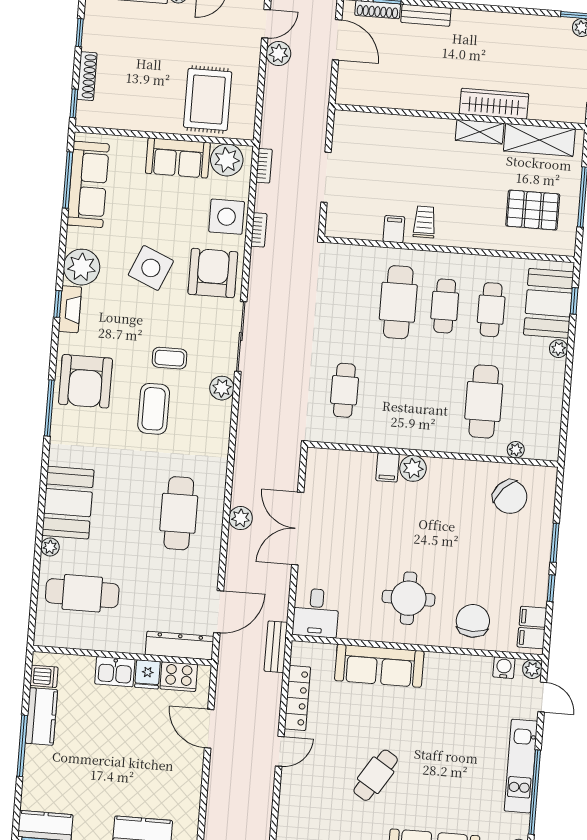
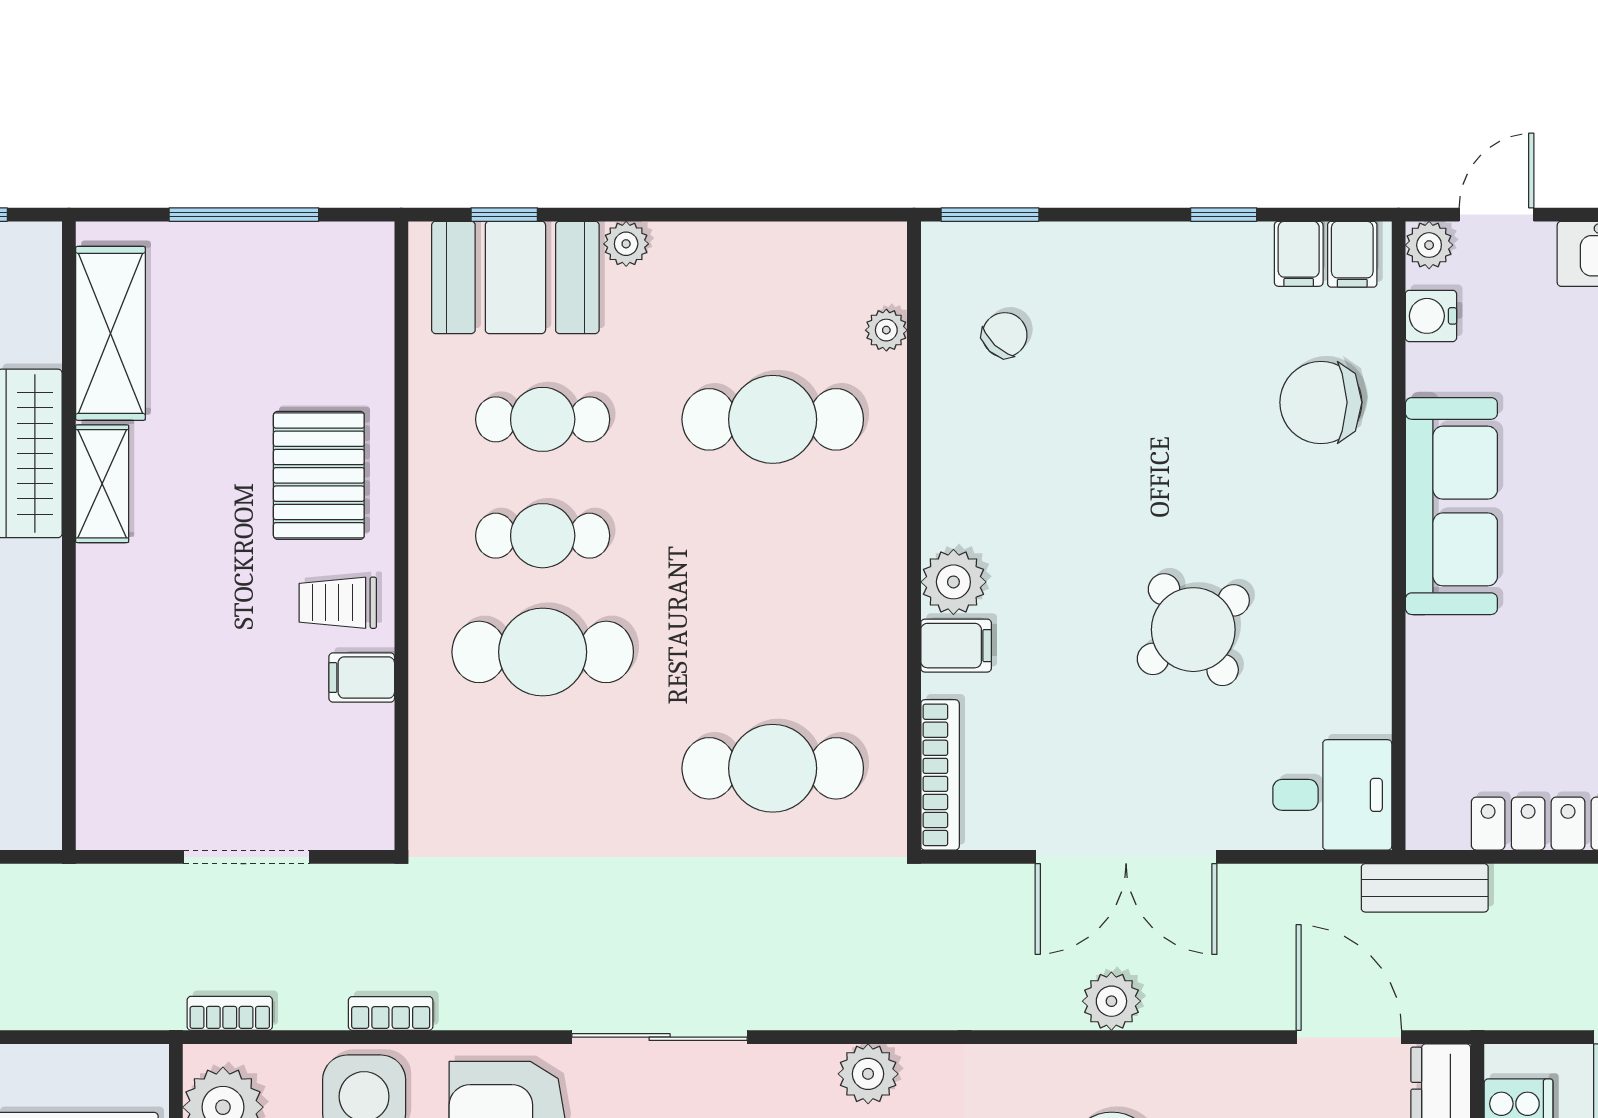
pallet: (533, 210) -> (319, 475), moved
plant: (222, 388) -> (868, 1074), moved
cafe table: (344, 390) -> (773, 768), width x1.37, depth x1.35
bookcase: (336, 457) -> (940, 775), added
chair: (510, 497) -> (1005, 335), width x0.54, depth x0.54
window: (555, 543) -> (990, 215), moved
round table: (409, 598) -> (1193, 630), moved, turned -36
sofa: (379, 666) -> (1451, 506), moved

